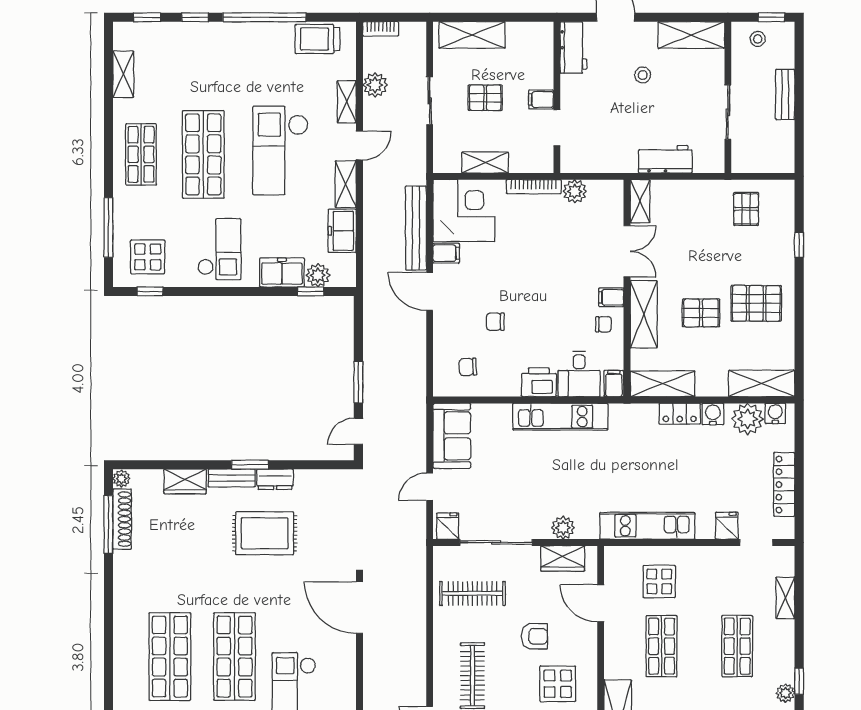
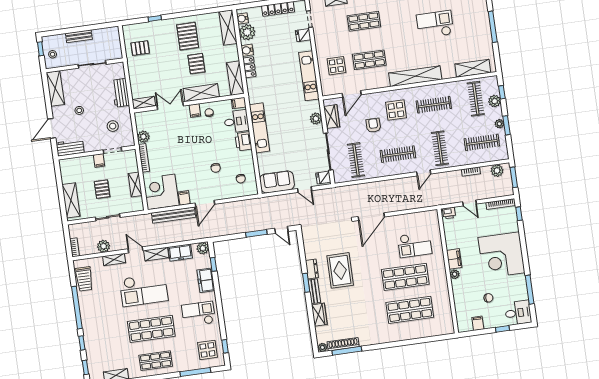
stool: (604, 135) -> (113, 126), added
plant: (318, 275) -> (203, 248), moved

